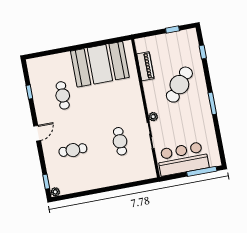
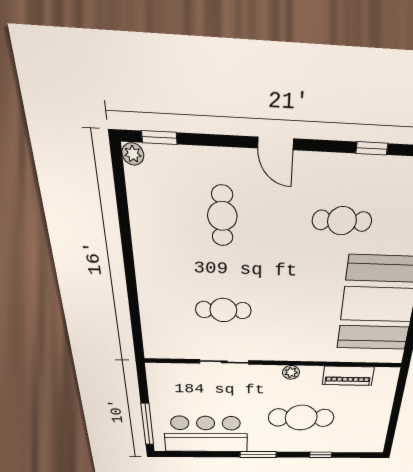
window: (172, 29) -> (393, 423), removed
window: (203, 52) -> (321, 455), moved
cafe table: (179, 85) -> (301, 418), turned -40
plant: (153, 117) -> (291, 372), moved
bar counter: (183, 159) -> (206, 434), moved, turned -90

